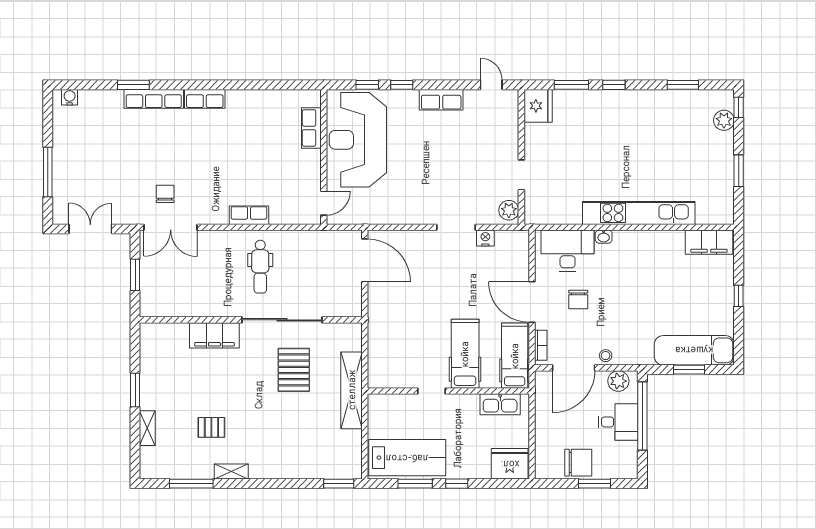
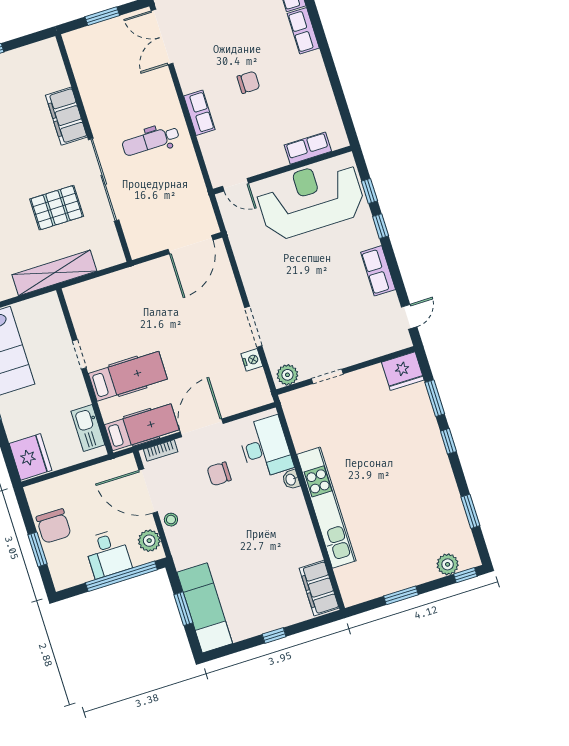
chair: (165, 194) -> (248, 82), moved

